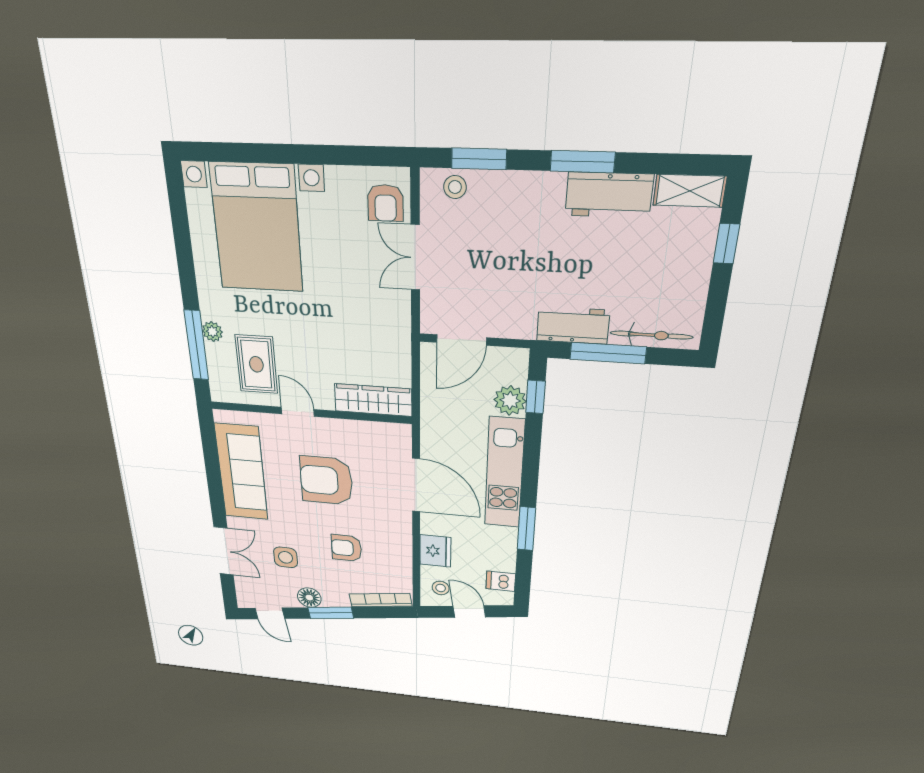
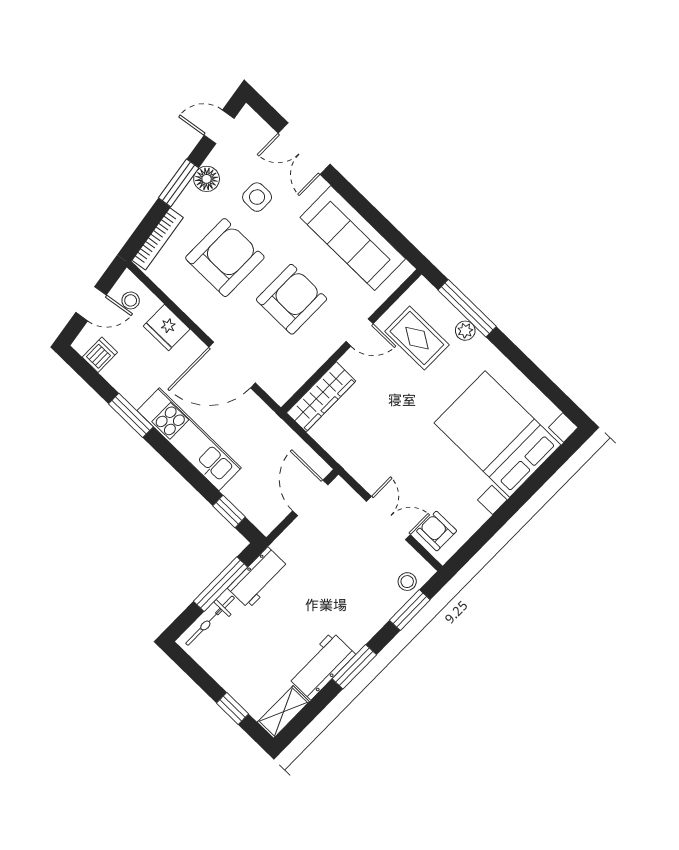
plant: (510, 400) -> (241, 492), removed
armchair: (347, 548) -> (225, 258), width x1.88, depth x1.88

